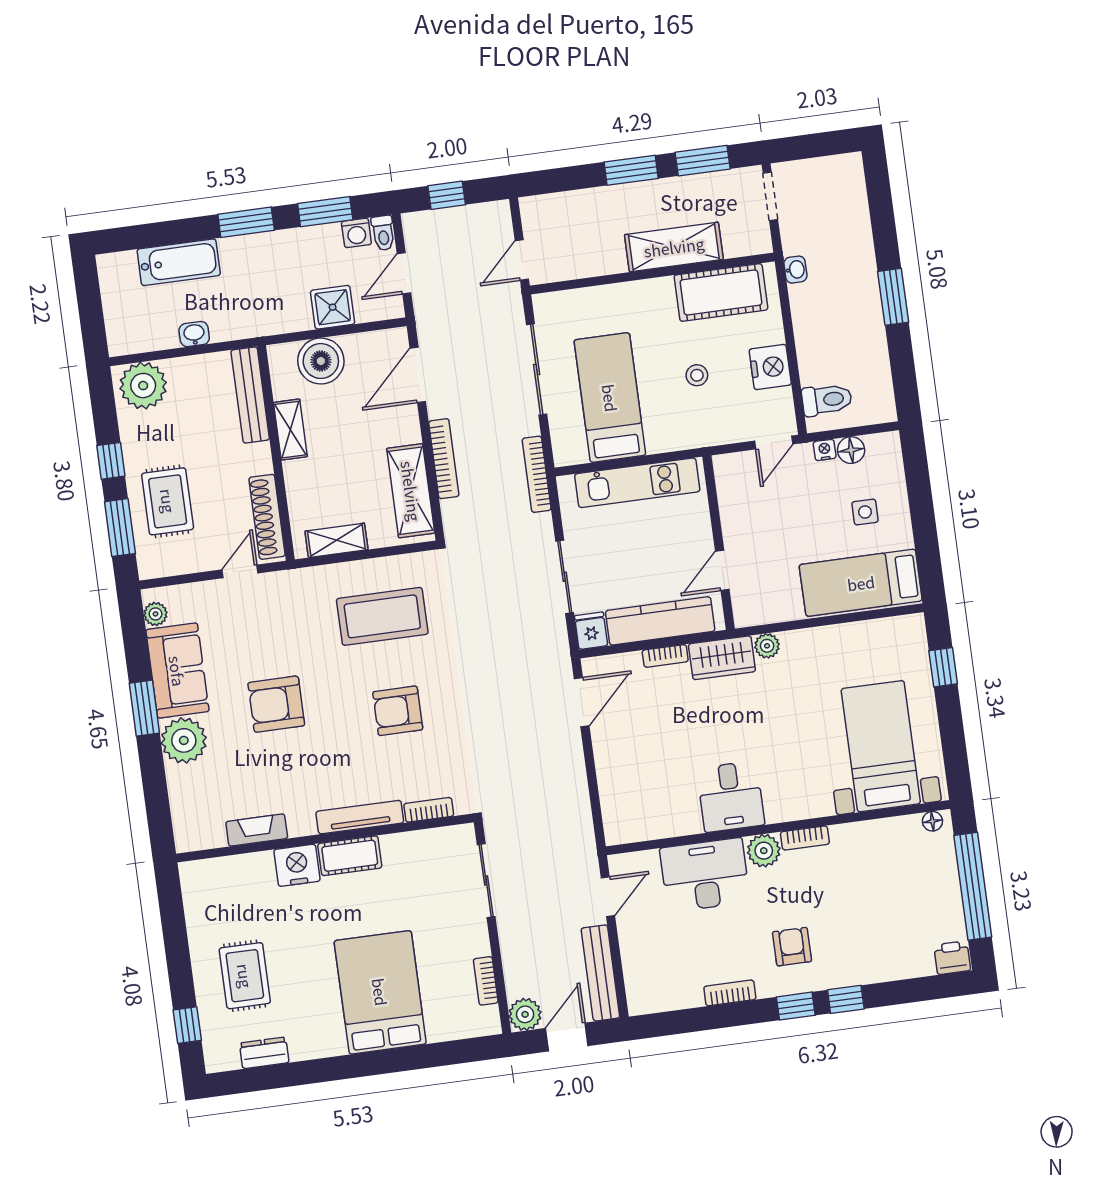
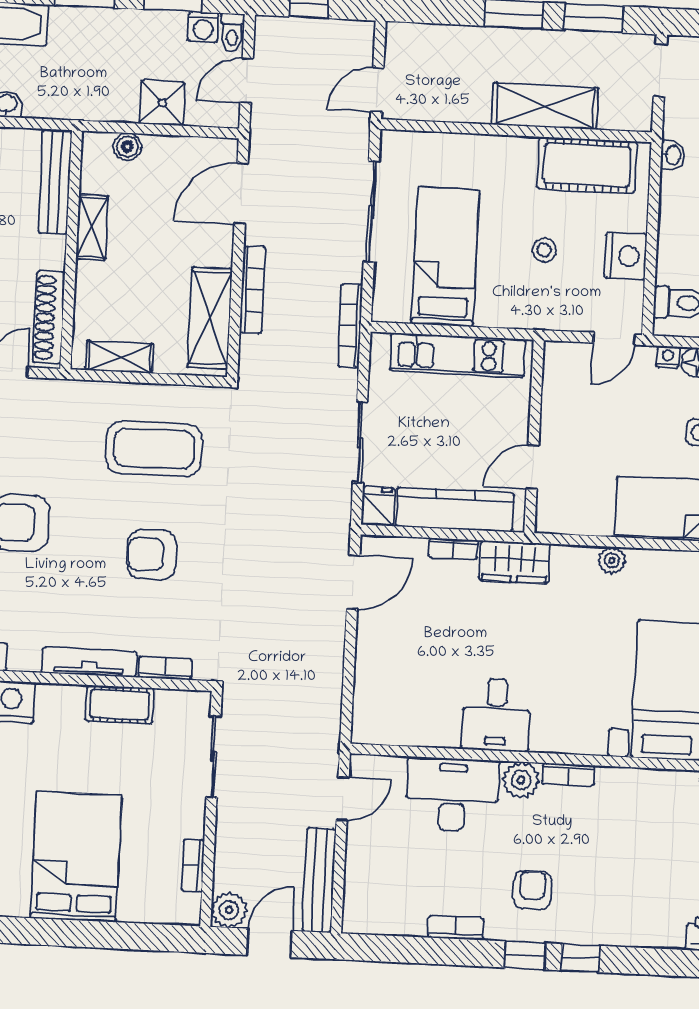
boiler: (321, 361) -> (127, 147), width x0.54, depth x0.54
plant: (767, 646) -> (612, 560), moved
cot: (350, 856) -> (120, 705), moved

